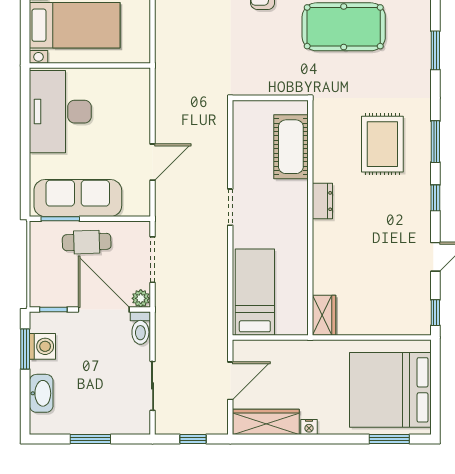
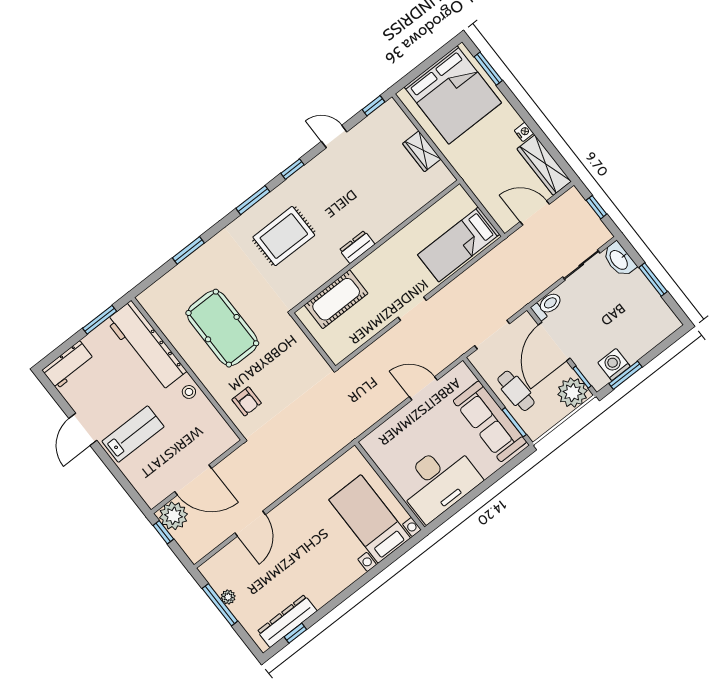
plant: (141, 298) -> (573, 393), moved, width x1.87, depth x1.87
wardrobe: (324, 315) -> (422, 151), moved, turned -90
washbasin: (41, 393) -> (619, 260), moved, turned -90

